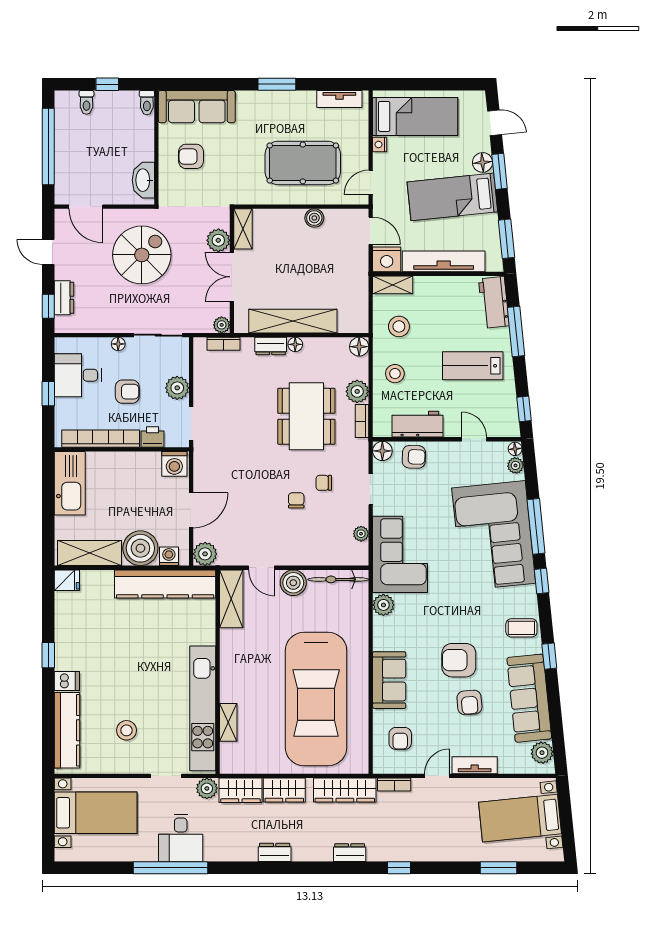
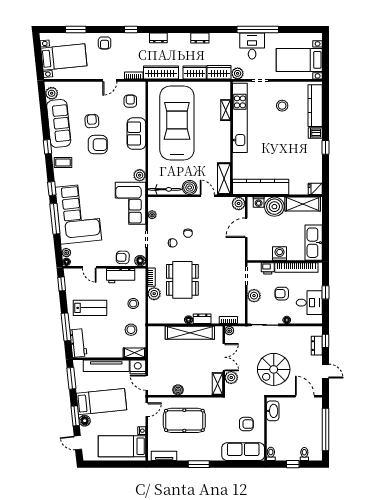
floor lamp: (359, 347) -> (153, 318), removed
washing machine: (174, 464) -> (280, 253), moved
tv unit: (475, 765) -> (89, 86), removed
armchair: (447, 843) -> (105, 43), added

